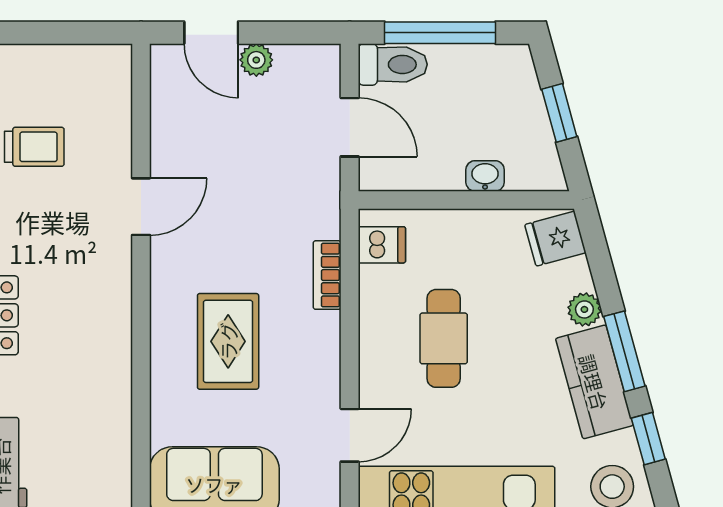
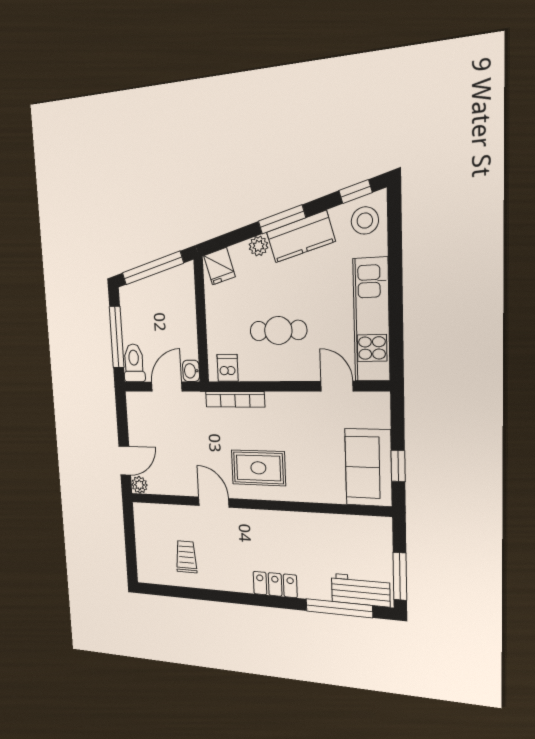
plant: (256, 60) -> (139, 485), moved
window: (559, 113) -> (153, 268), width x2.17
washbasin: (485, 176) -> (191, 371), moved
bookcase: (327, 275) -> (235, 399), width x1.56
rug: (228, 341) -> (258, 468), moved
window: (648, 439) -> (355, 192), moved

